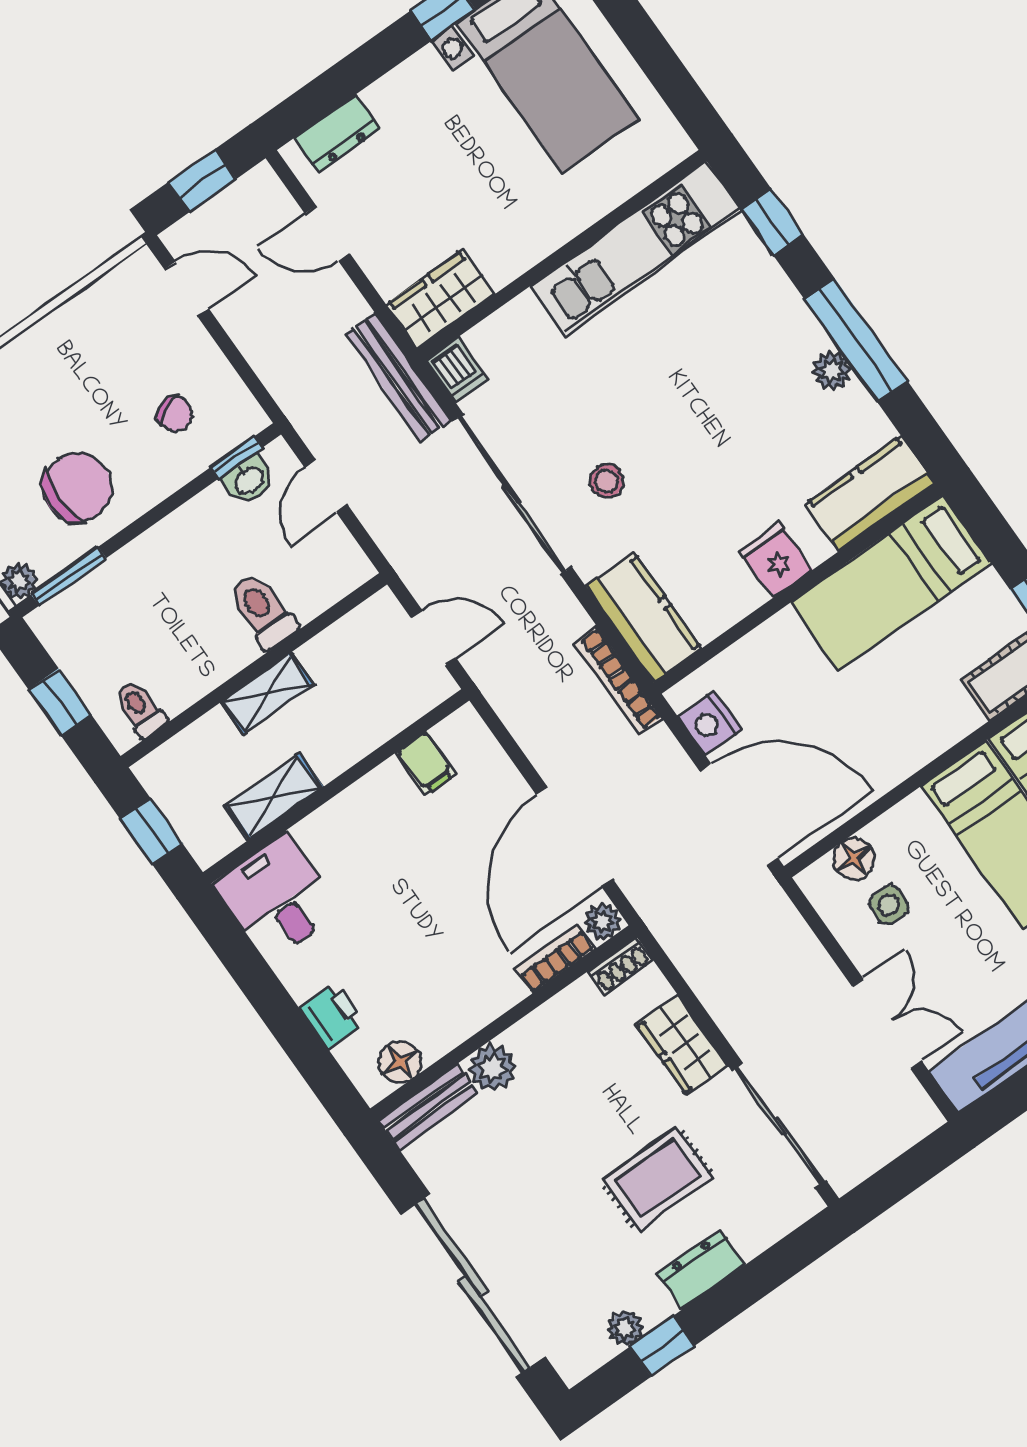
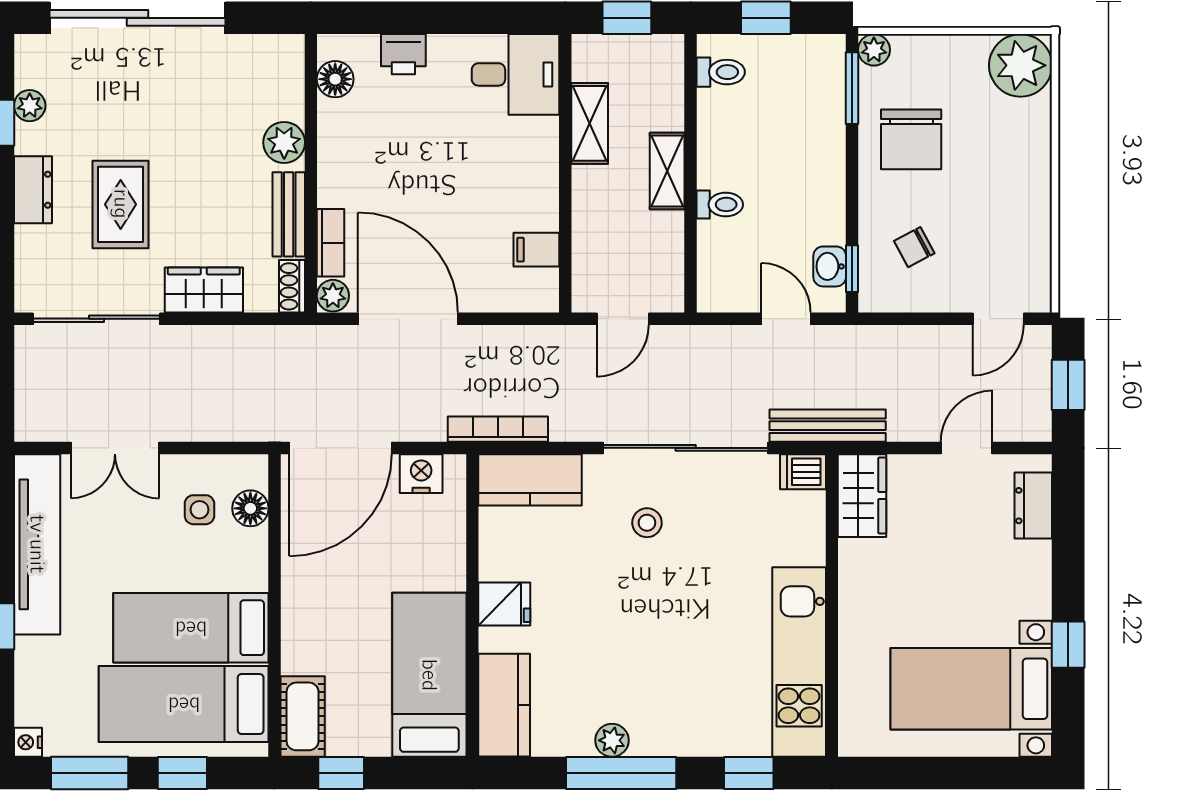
toilet: (263, 611) -> (720, 204), width x0.73, depth x0.72
bench: (428, 1107) -> (289, 214), moved

